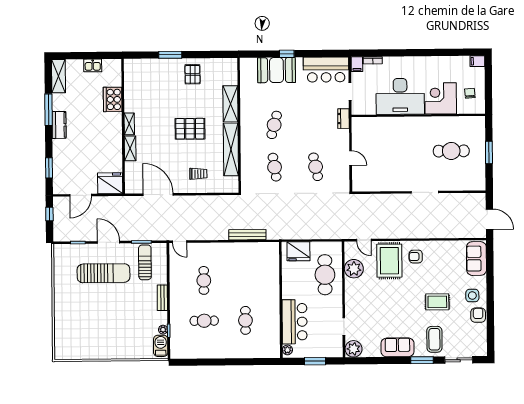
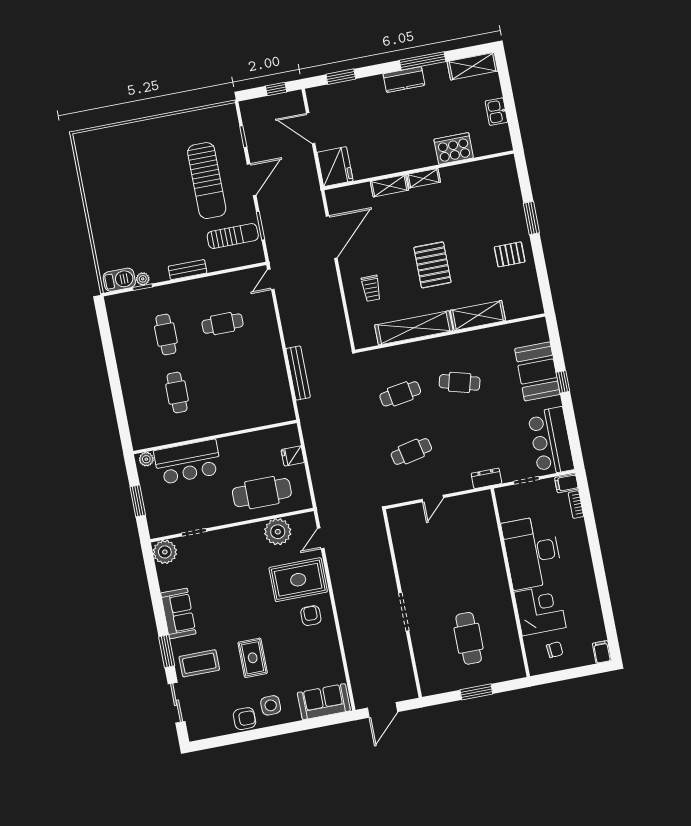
fridge: (298, 251) -> (293, 456), width x0.53, depth x0.75
cafe table: (245, 320) -> (177, 393), turned 90

